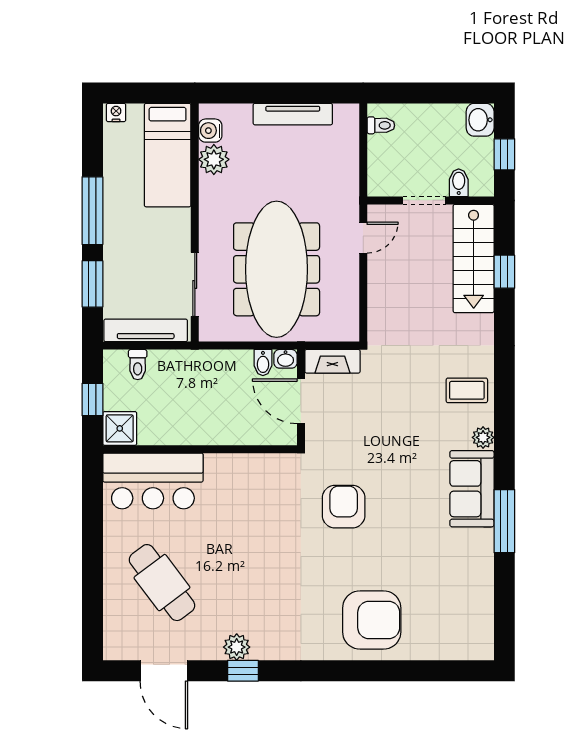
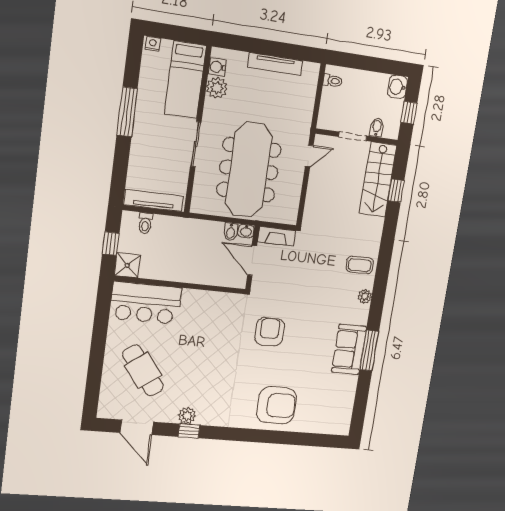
window: (92, 284) -> (121, 164), removed
sliding door: (195, 284) -> (196, 144), moved
sofa: (472, 489) -> (349, 349), moved

